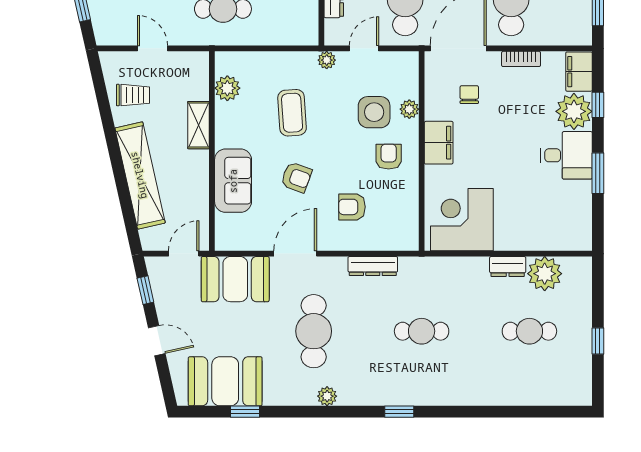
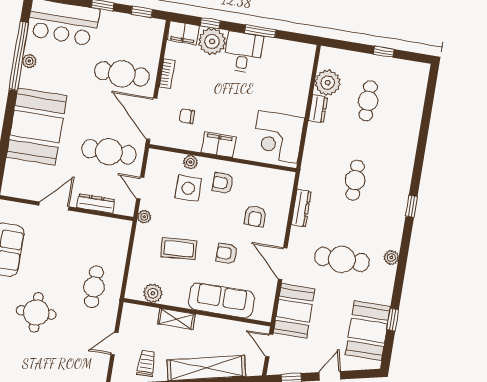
armchair: (296, 177) -> (227, 253), turned -110
sofa: (233, 181) -> (221, 300), width x1.36

